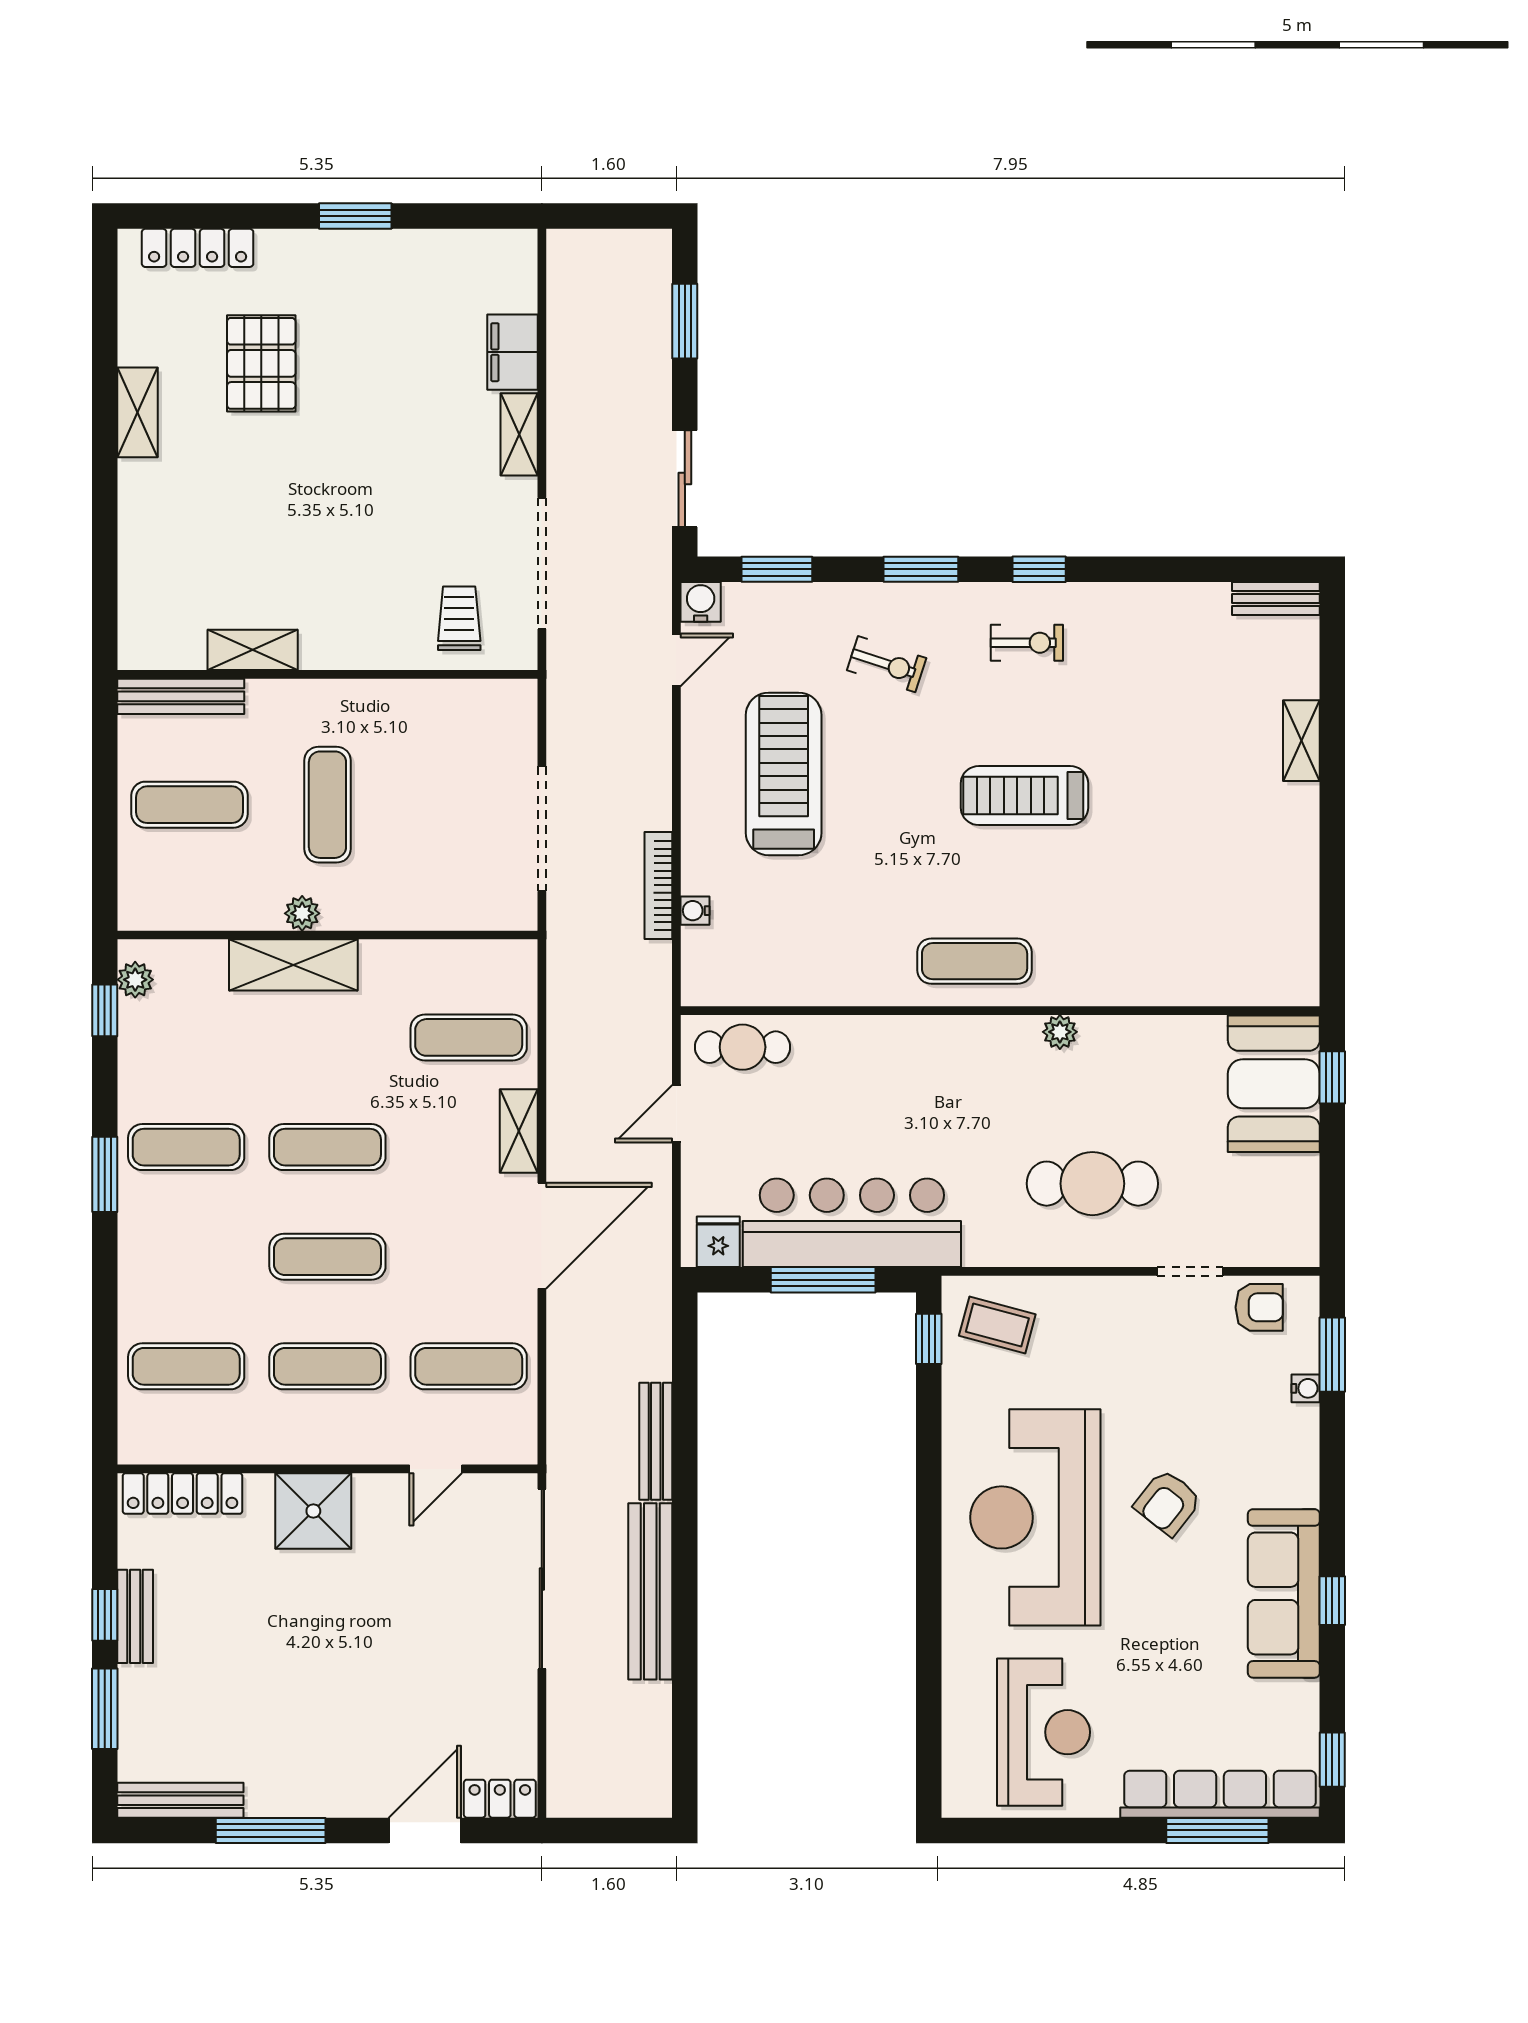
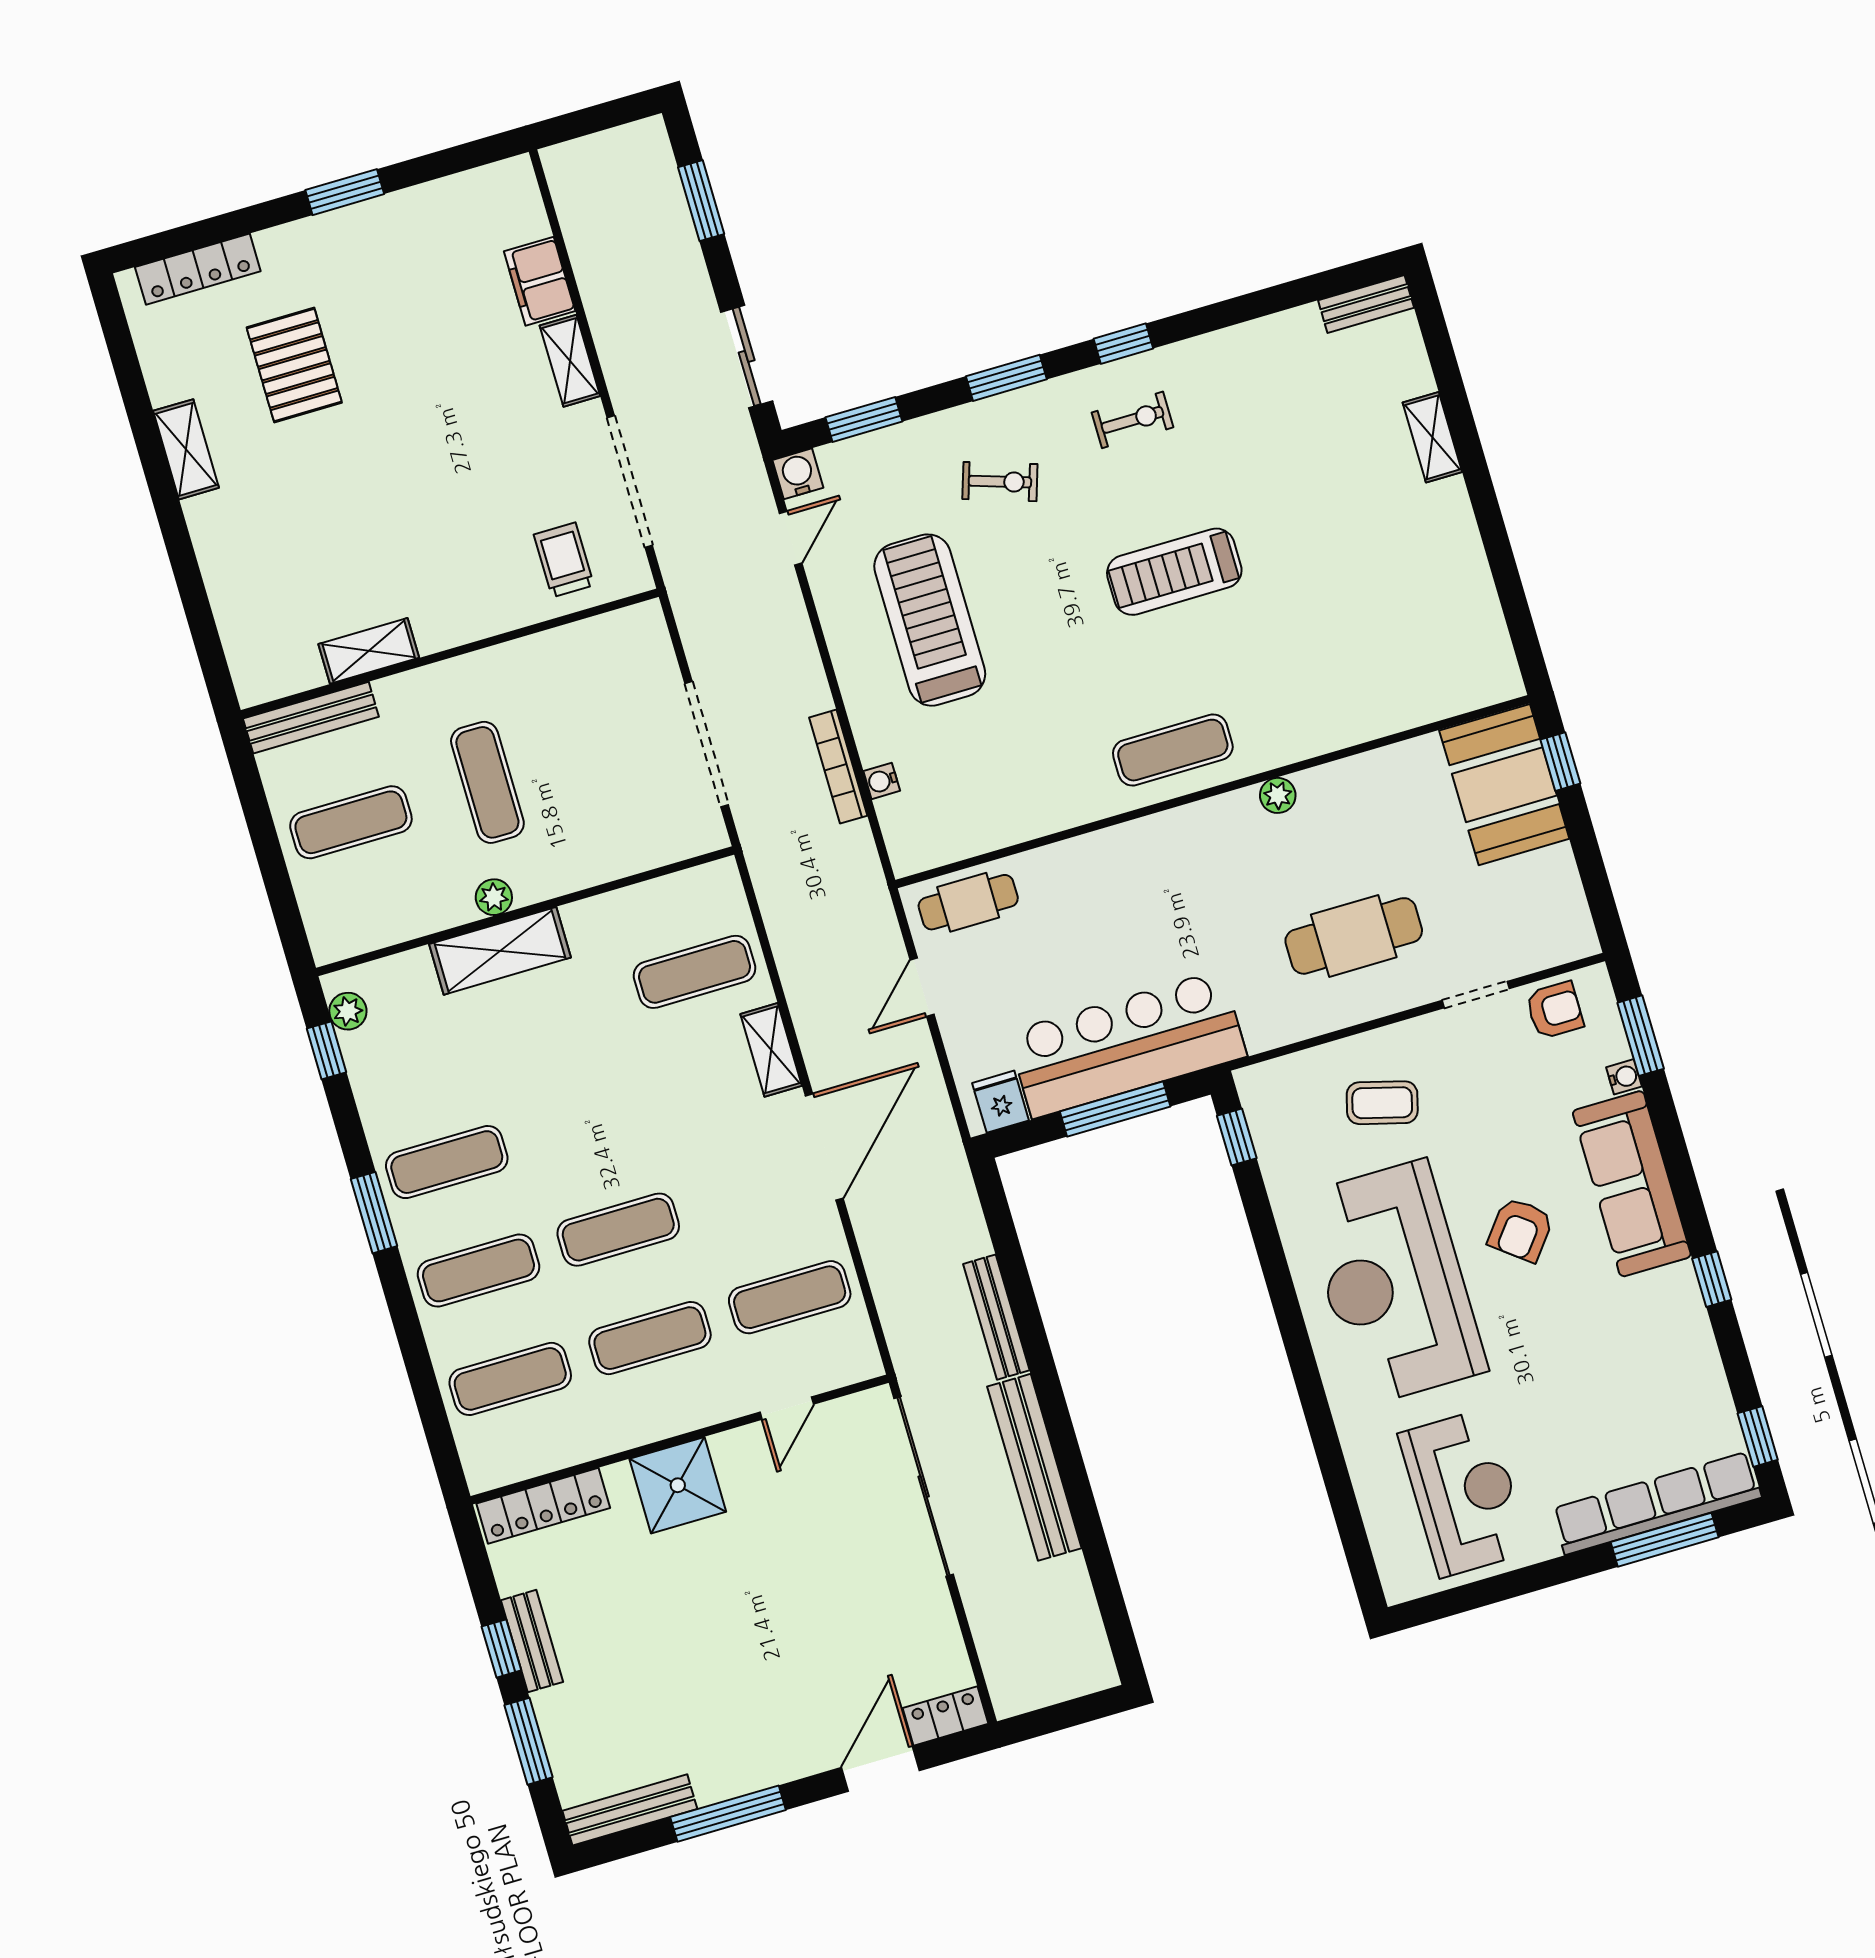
exercise mat: (327, 1147) -> (478, 1270), moved
coffee table: (997, 1325) -> (1382, 1103), moved
sofa: (1284, 1593) -> (1632, 1184), moved

